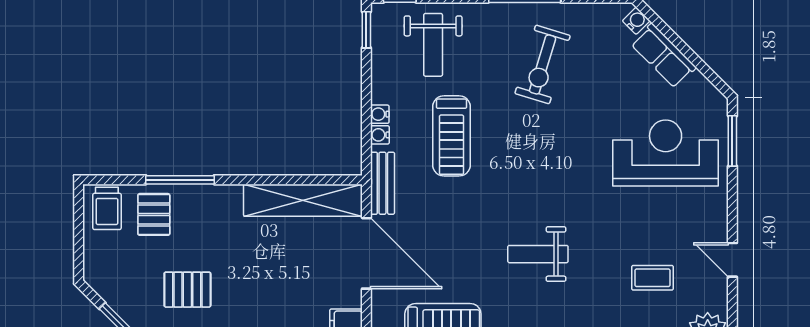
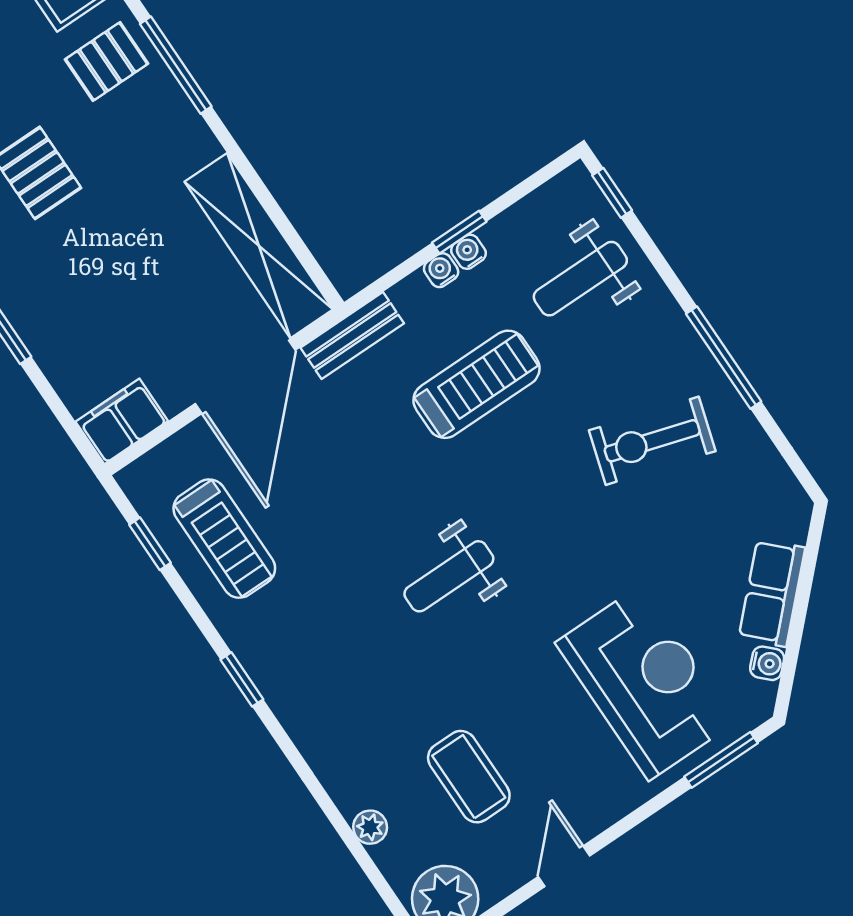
water cooler: (636, 21) -> (767, 663), moved
window: (366, 30) -> (459, 232), moved
water cooler: (380, 135) -> (468, 252), moved
treadmill: (451, 136) -> (477, 384), turned 180
weight bench: (538, 254) -> (449, 576), moved, turned -90
coffee table: (652, 278) -> (469, 777), width x1.36, depth x1.30

